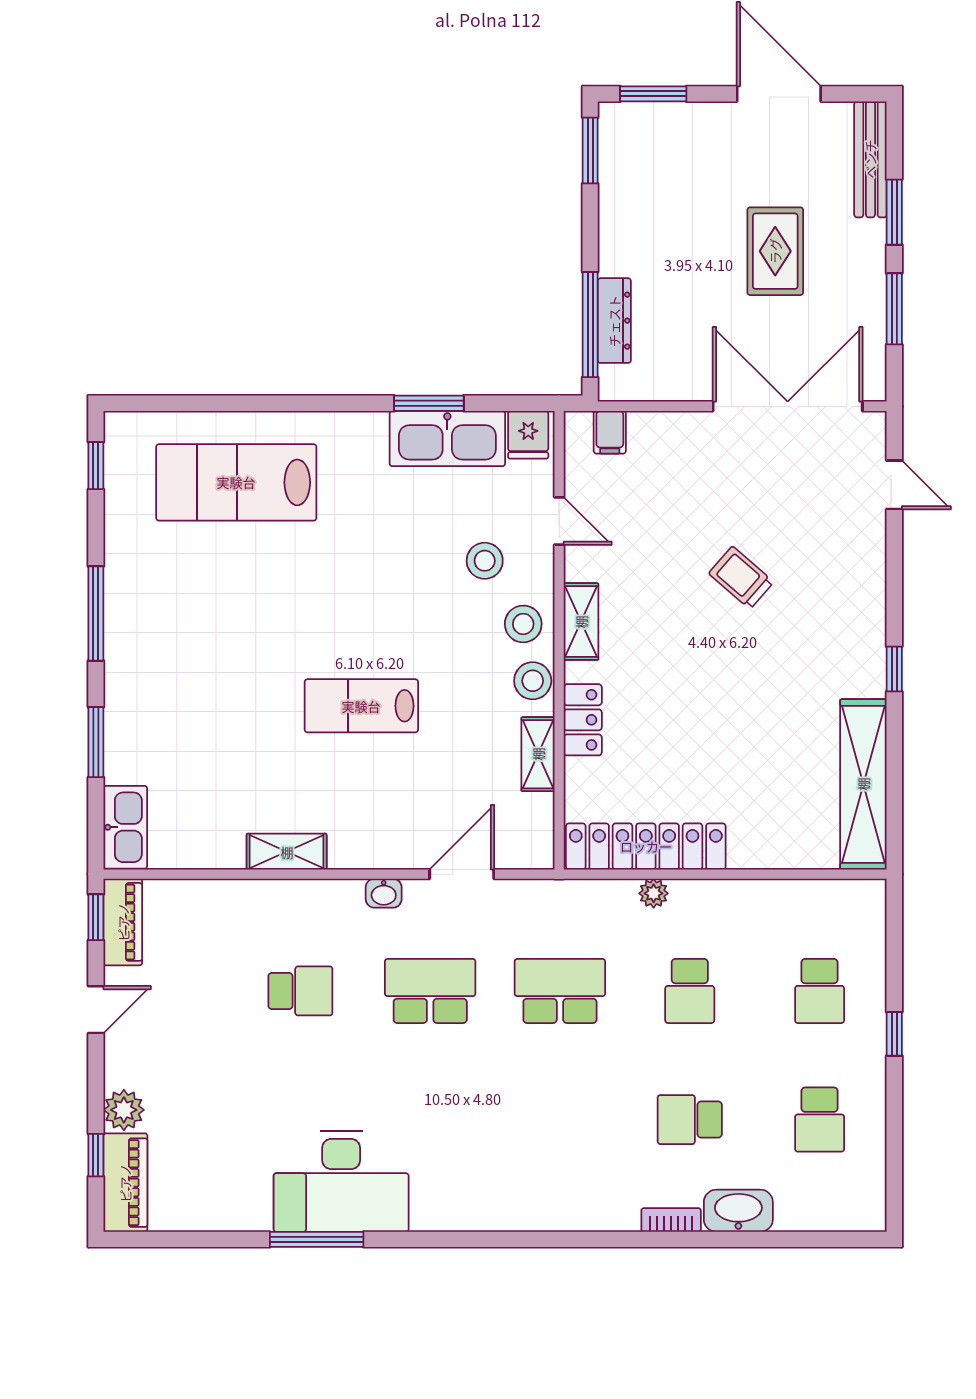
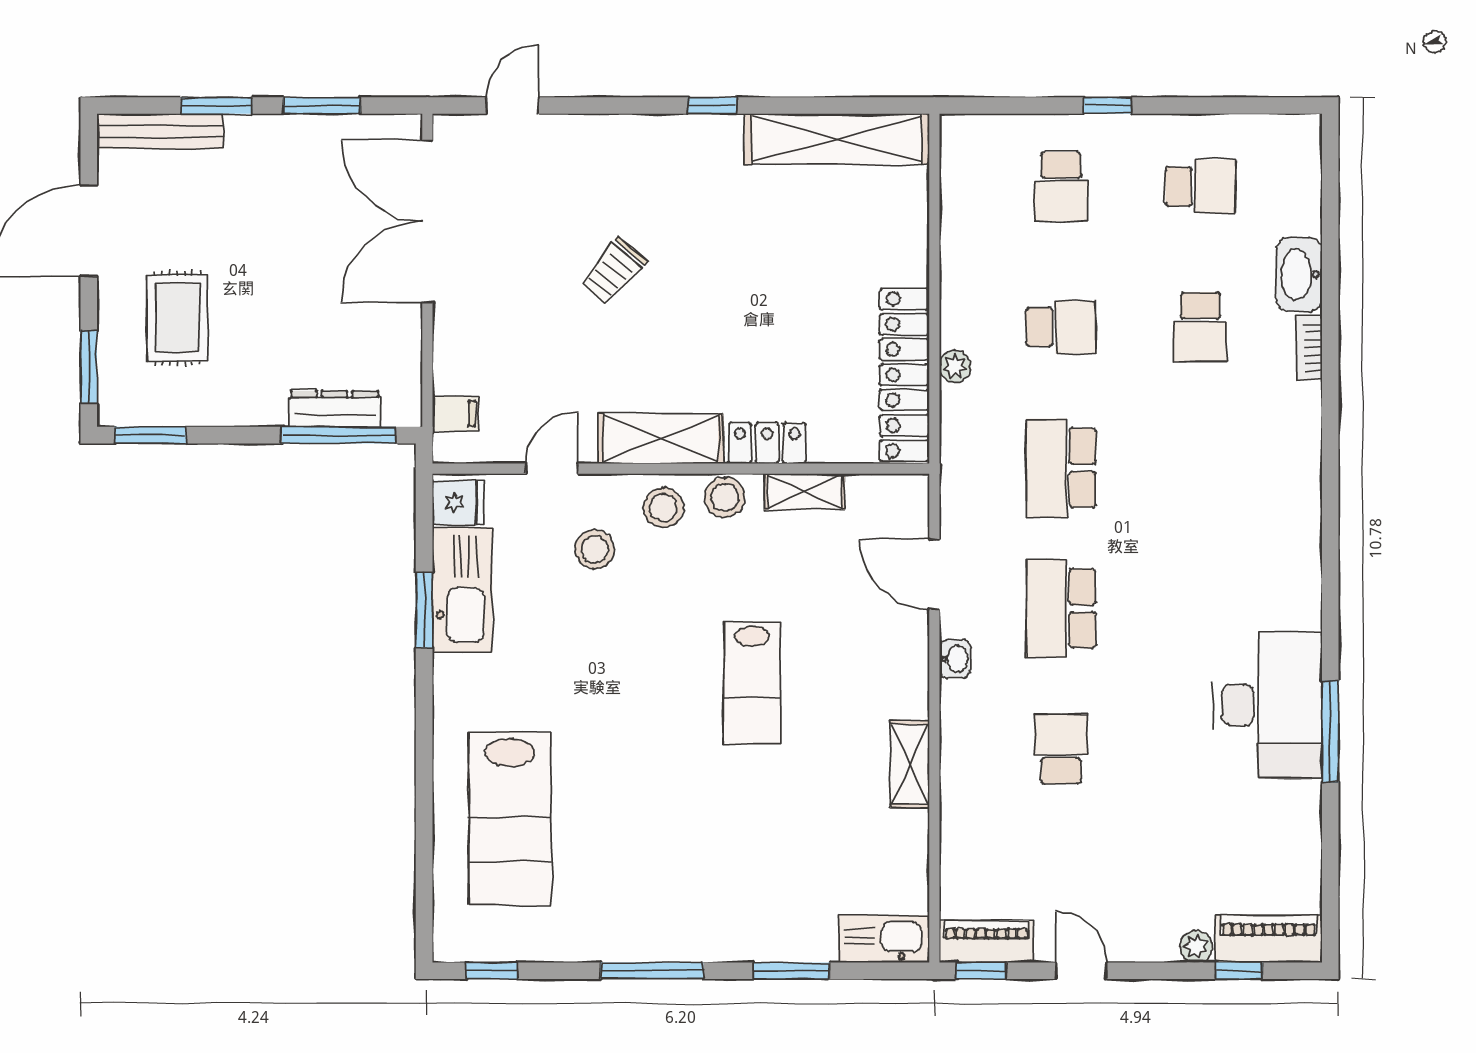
rug: (775, 251) -> (177, 318), moved, turned 90
shelving: (581, 622) -> (661, 439), width x1.50, depth x1.33
school desk: (820, 991) -> (1061, 187), turned 90
plant: (124, 1110) -> (1196, 947), width x0.73, depth x0.73

